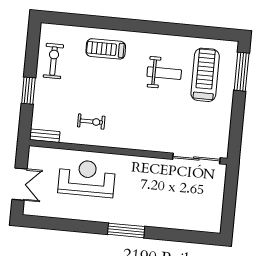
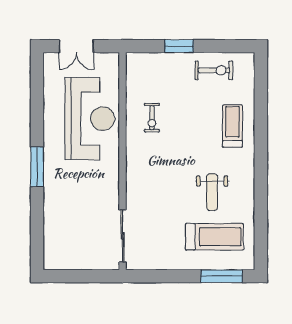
bench: (45, 136) -> (132, 68), removed
reception desk: (87, 178) -> (90, 119), width x1.36, depth x1.30

